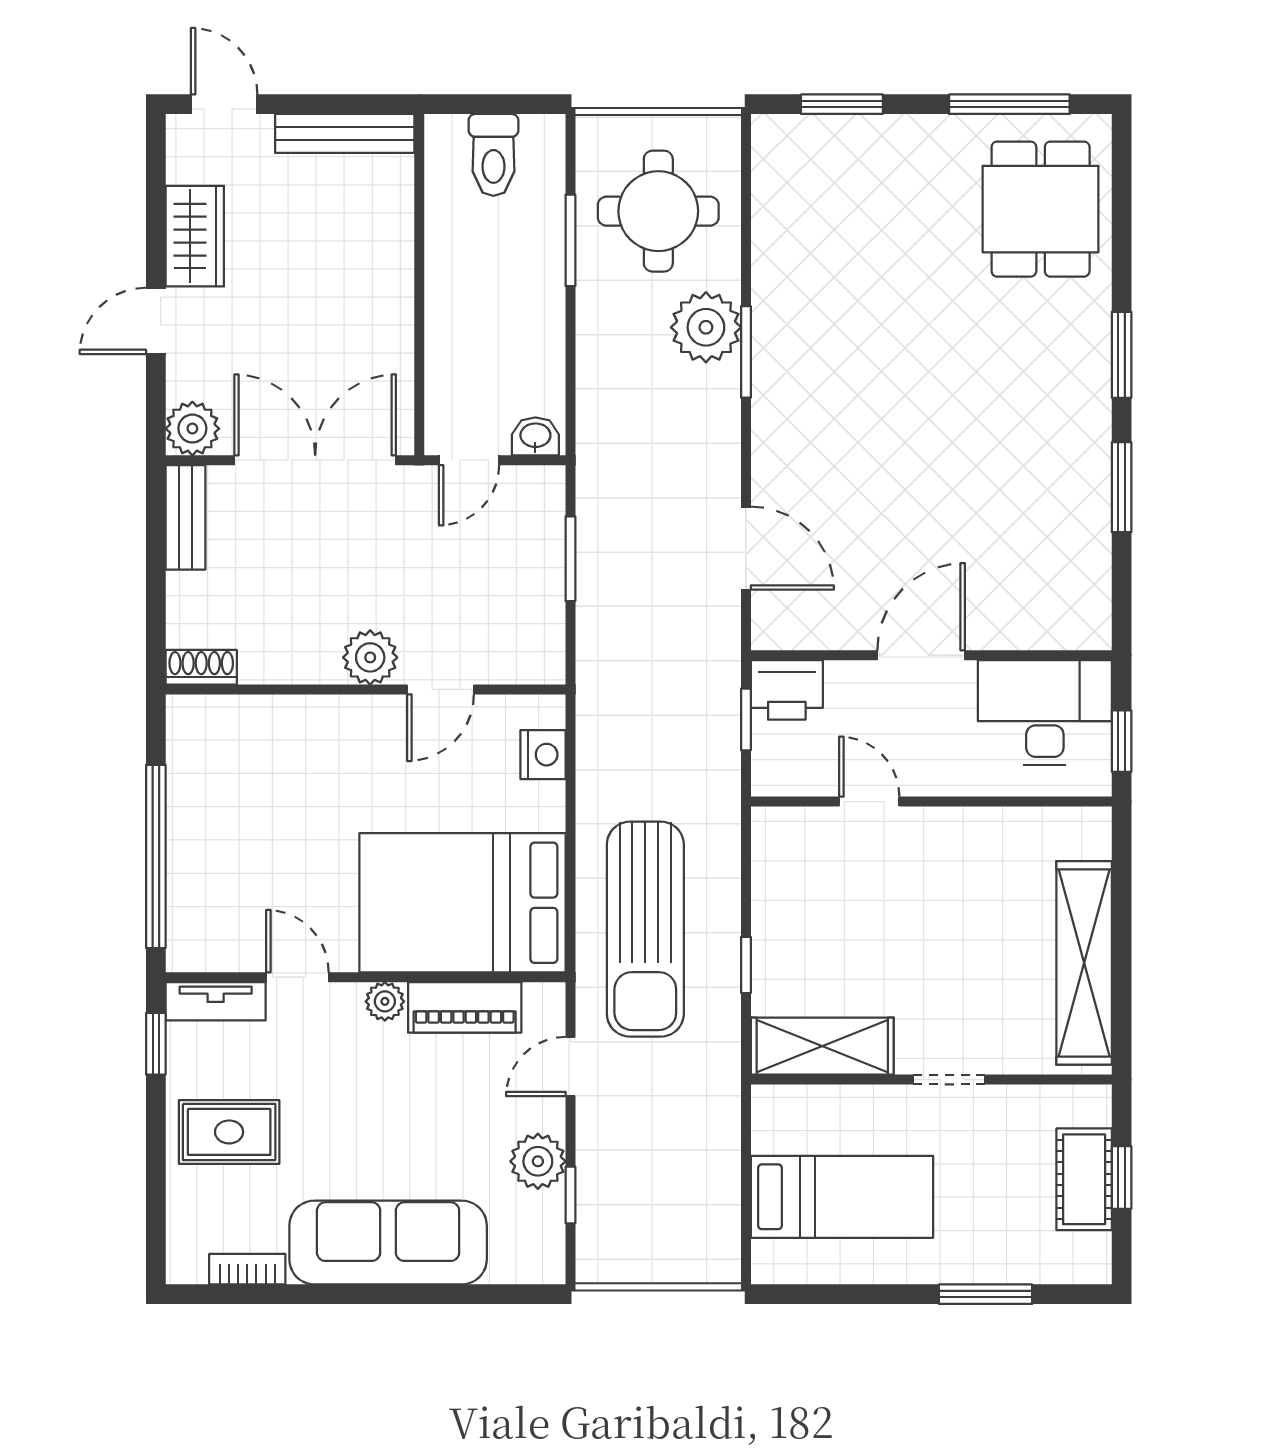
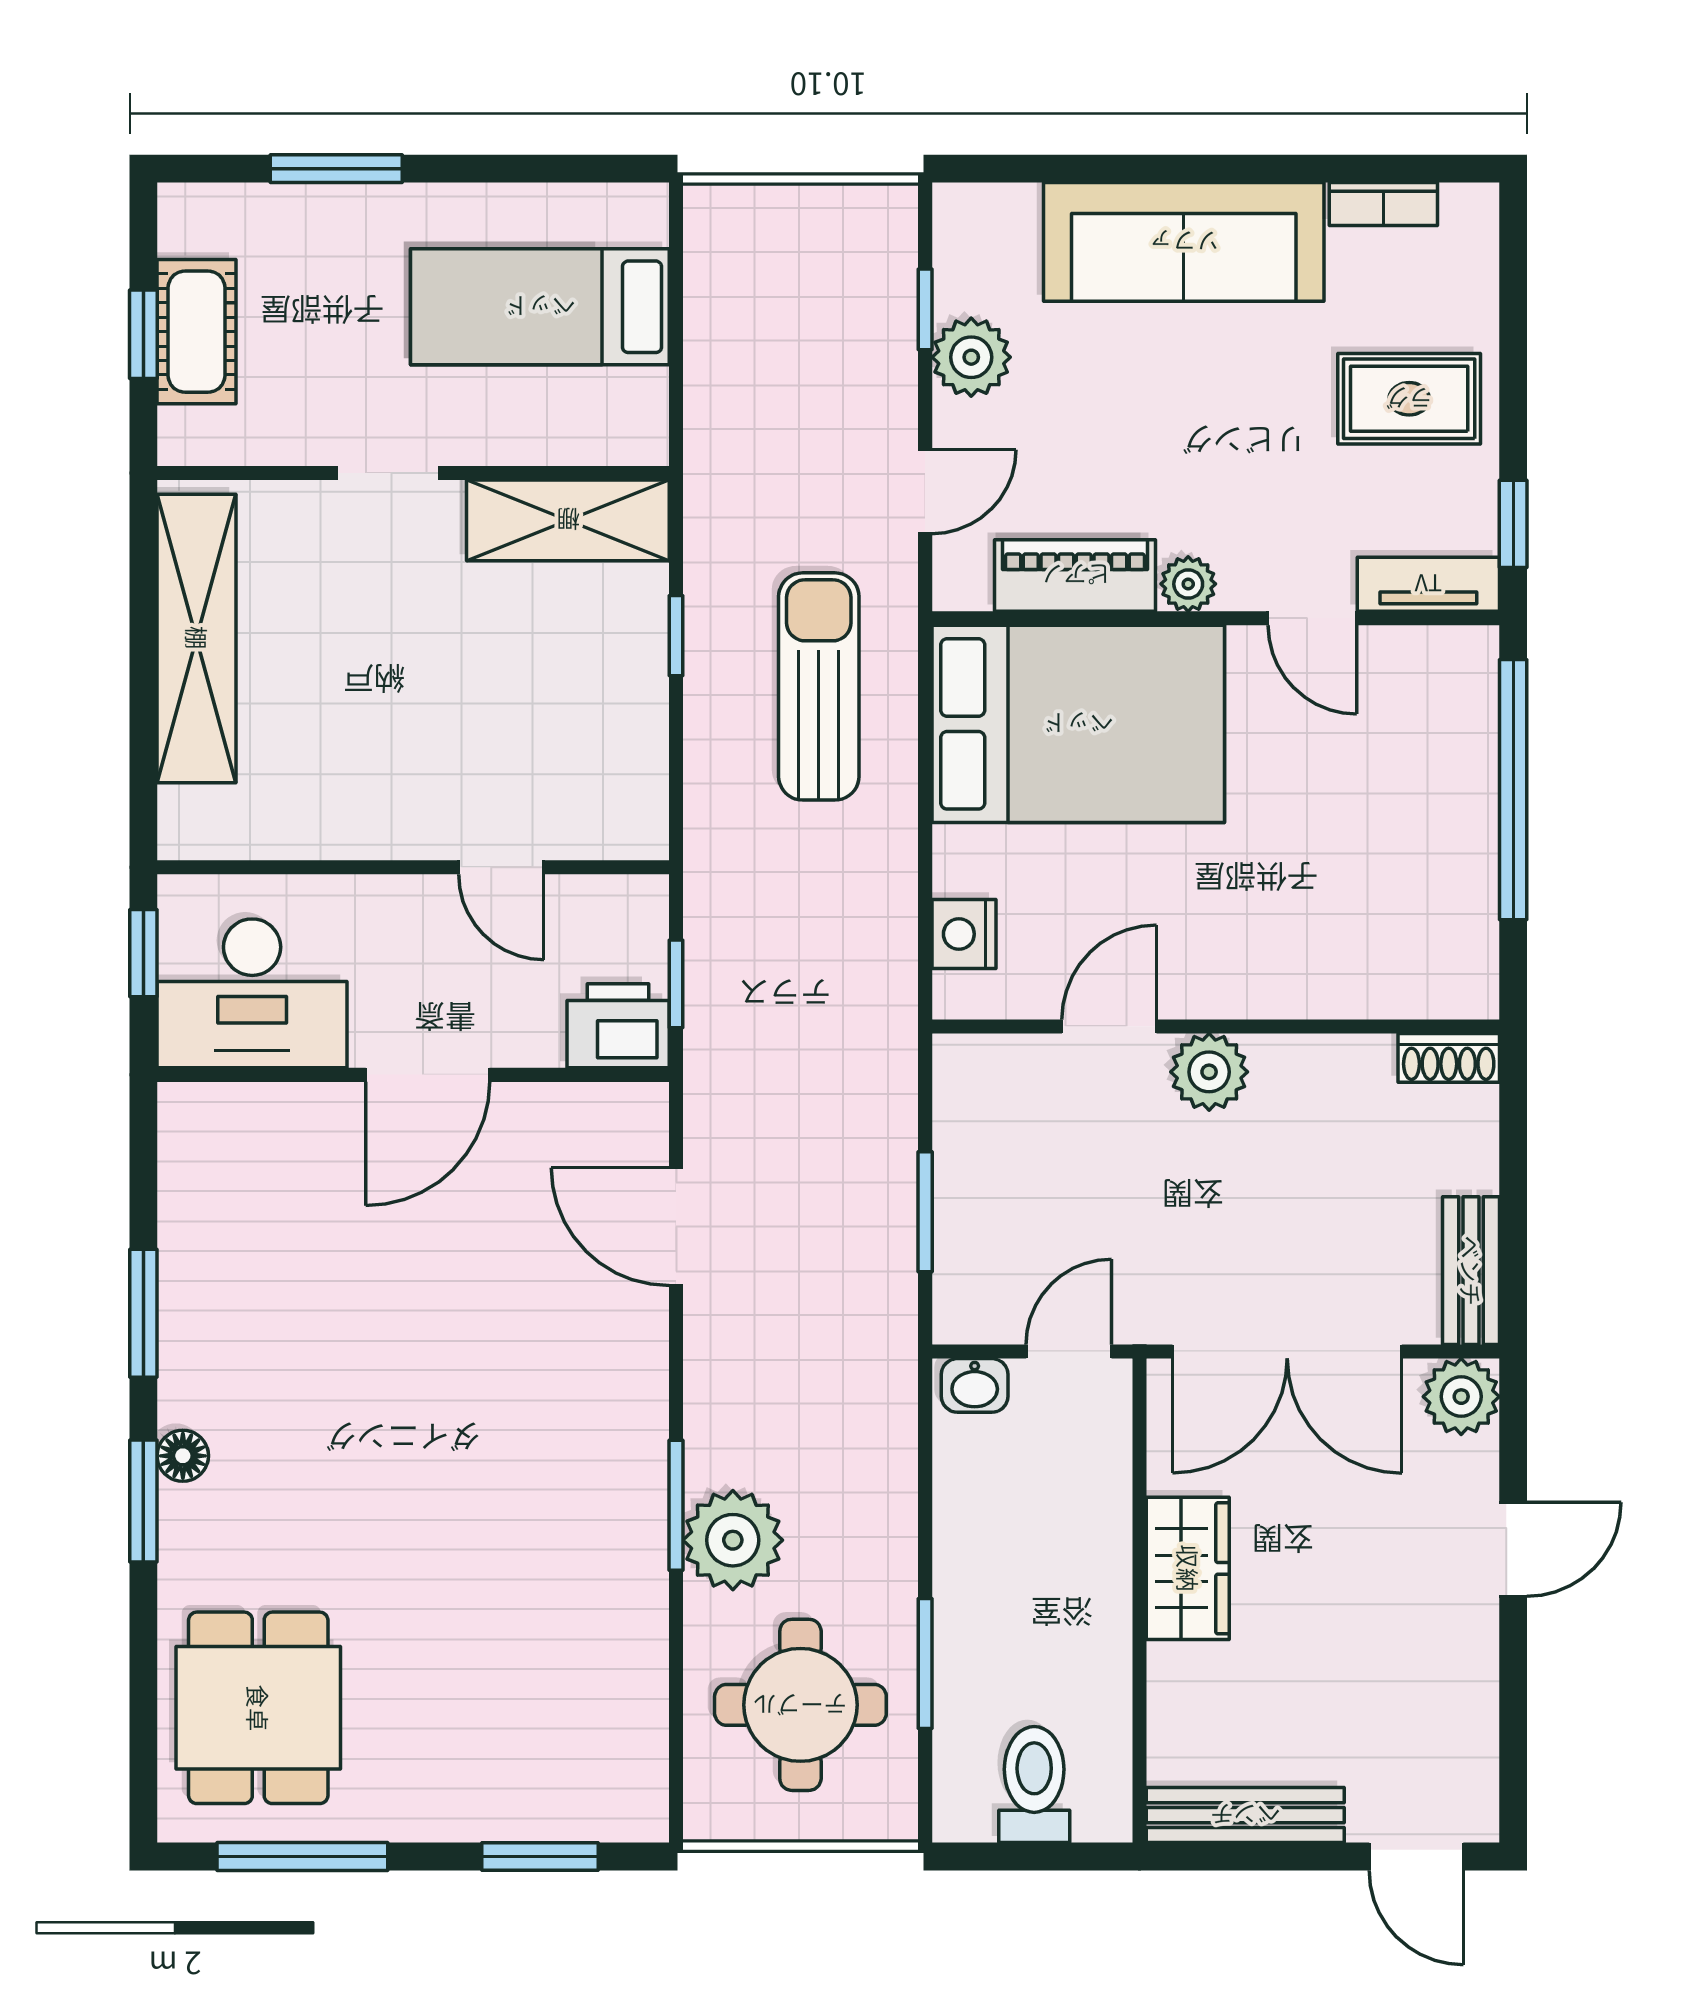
wardrobe: (195, 236) -> (1188, 1568), moved, turned 180
floor lamp: (1094, 387) -> (183, 1456), added
sun lounger: (645, 929) -> (819, 686), width x0.73, depth x0.75

